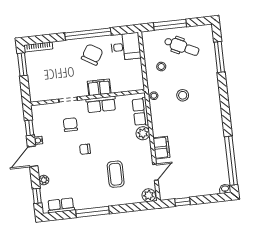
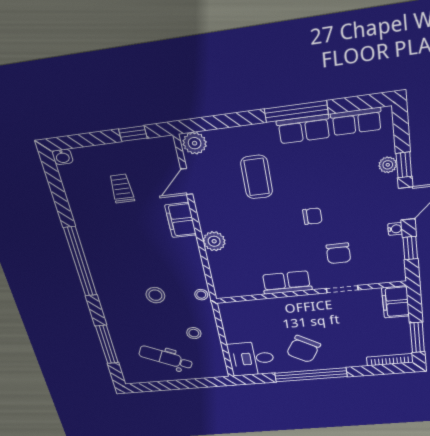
window: (170, 25) -> (187, 384), removed
filing cabinet: (99, 87) -> (396, 302), moved, turned 90
row of seats: (140, 112) -> (304, 129), moved, turned 90
window: (231, 161) -> (80, 262), moved
trolley: (194, 168) -> (122, 189), added
window: (37, 196) -> (404, 165), moved

